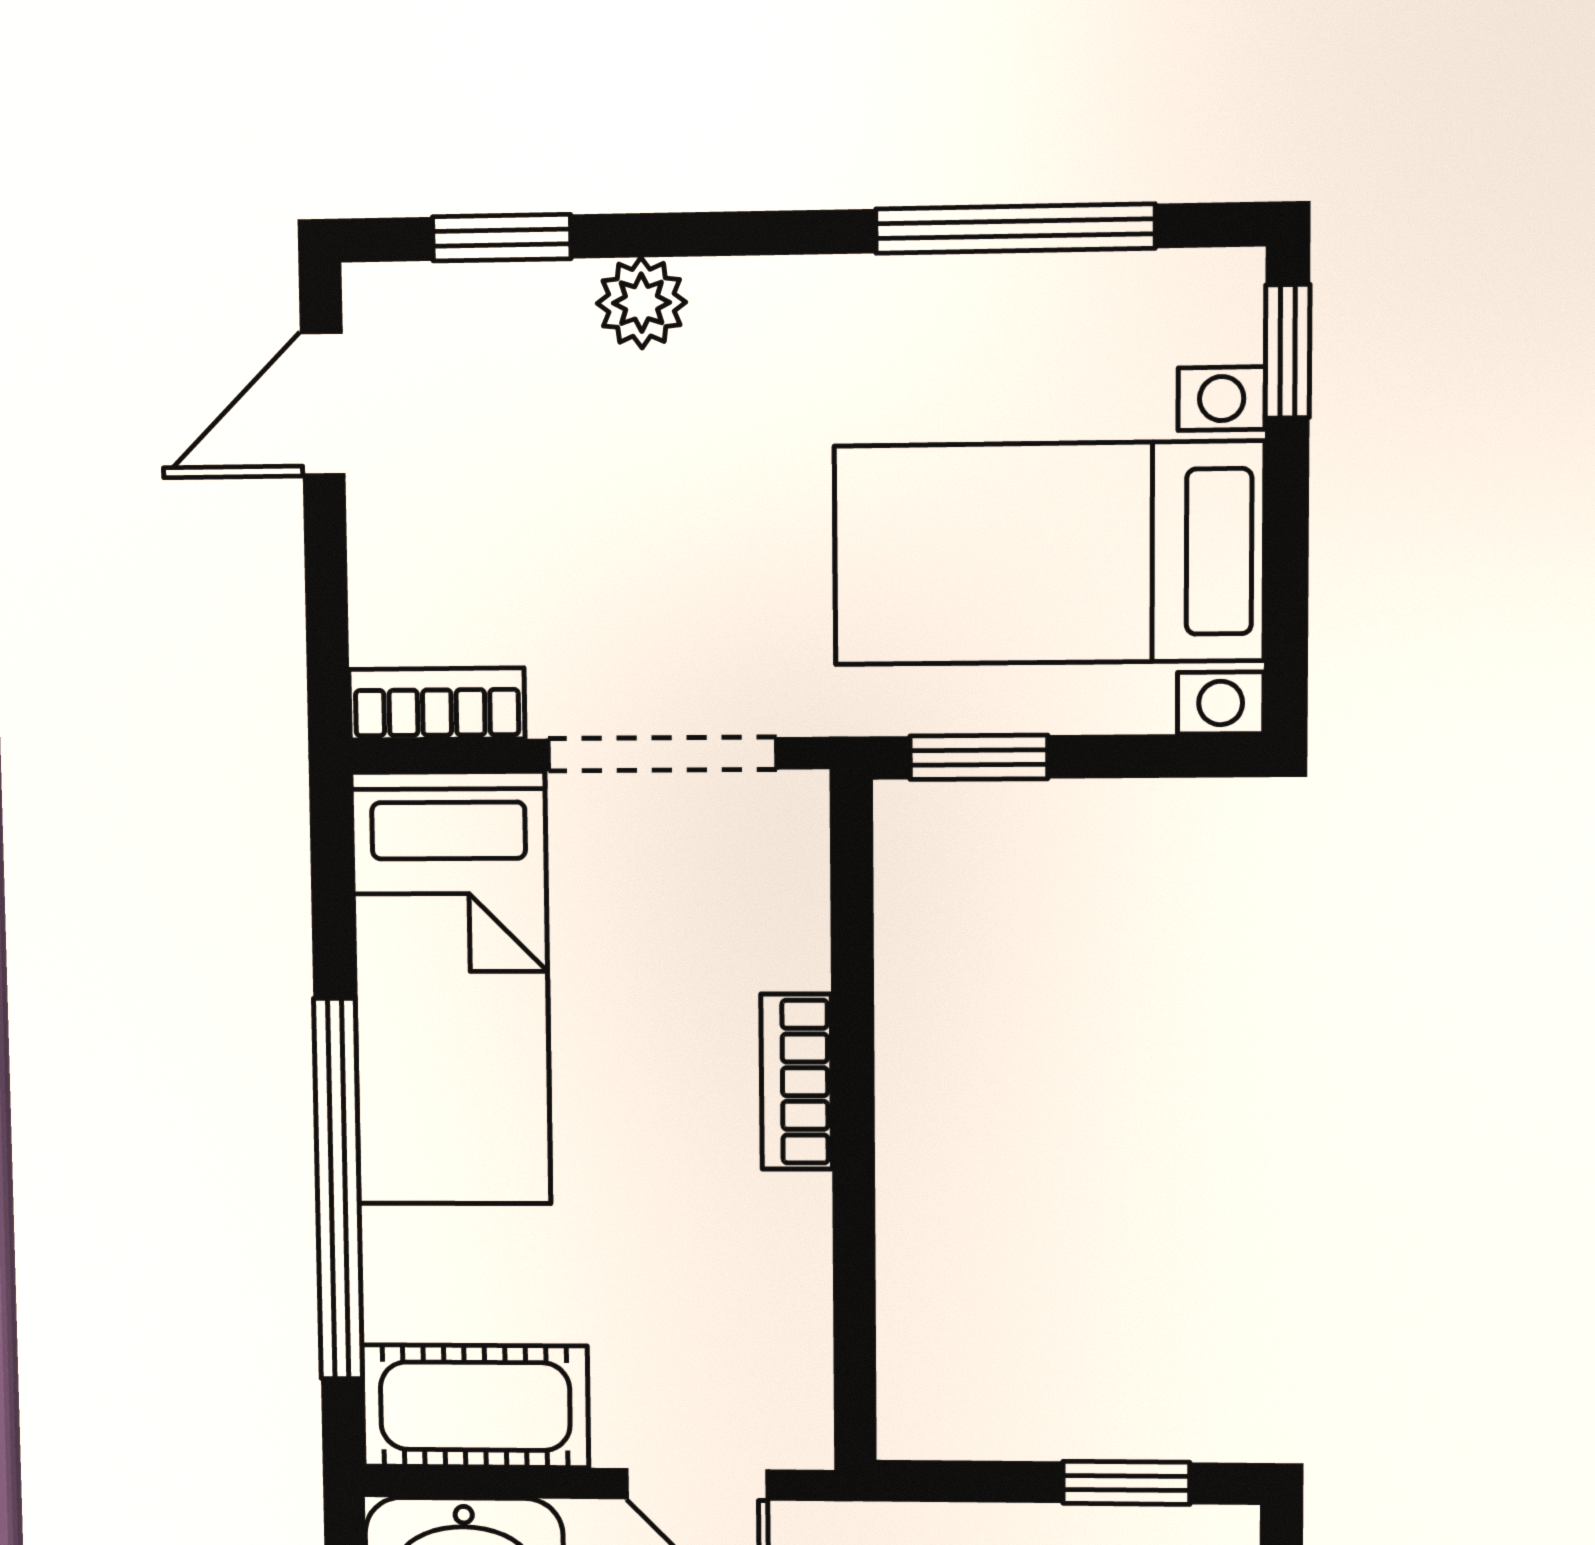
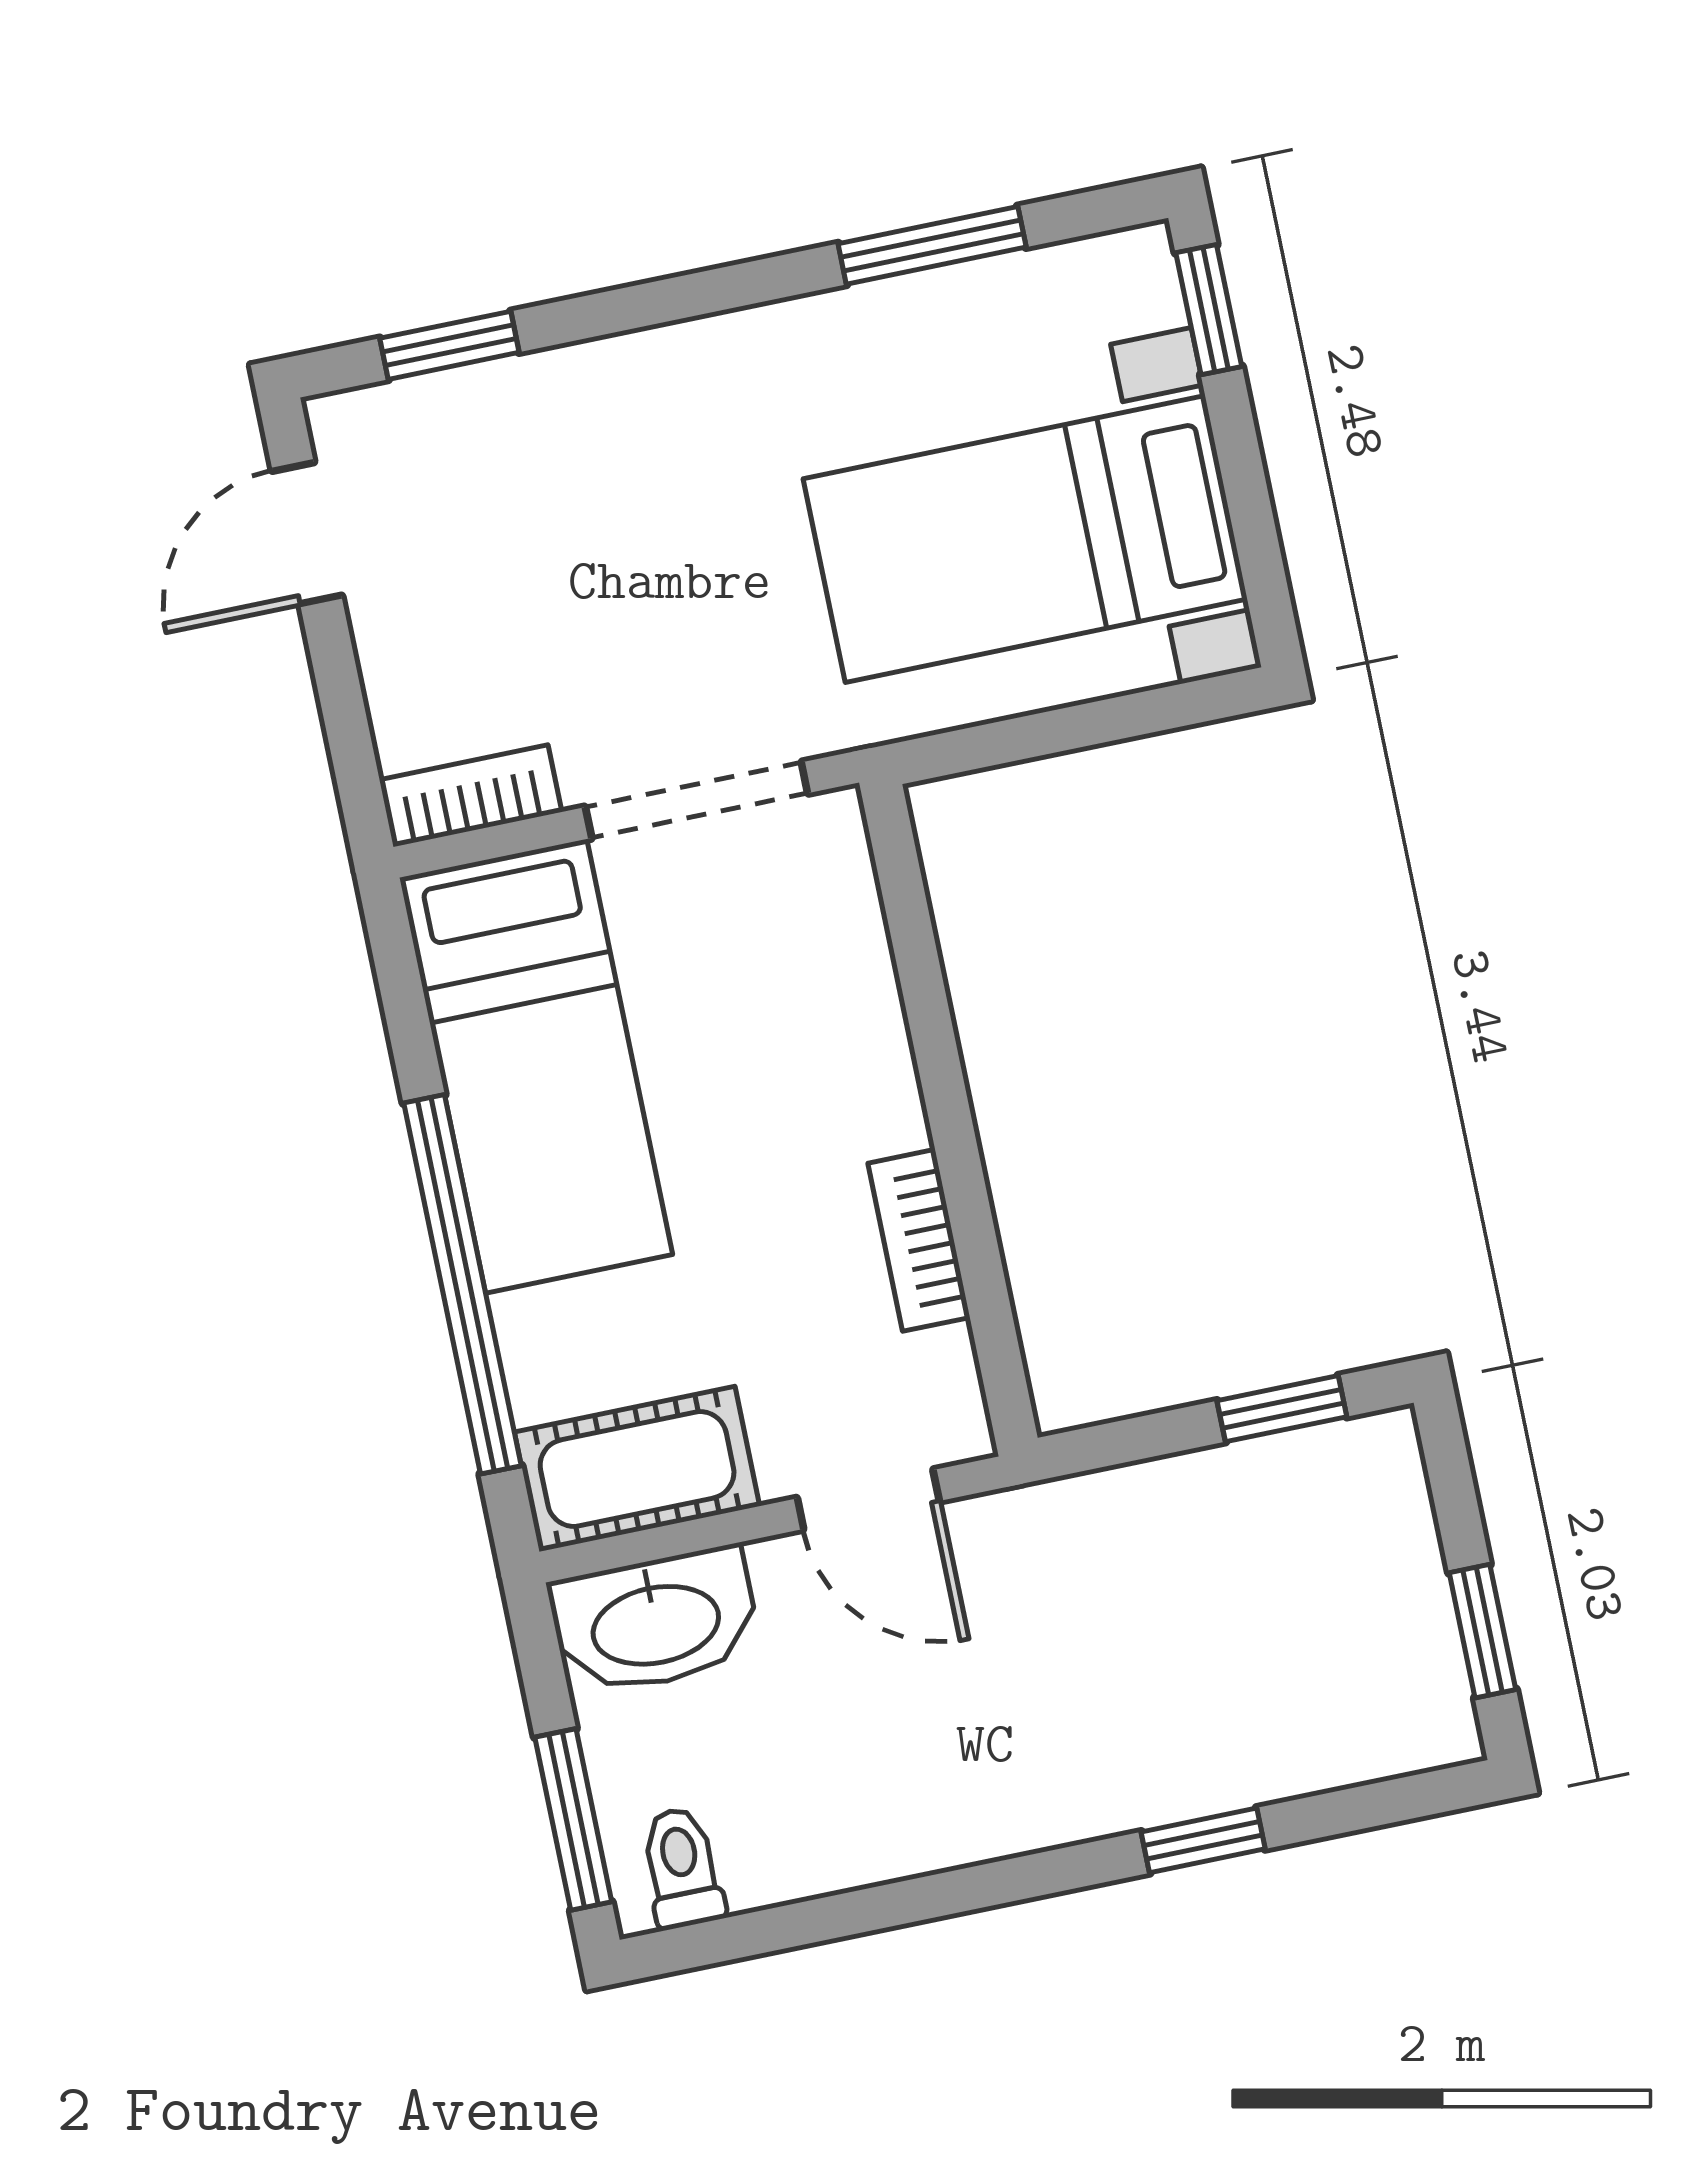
window: (1015, 229) -> (932, 245), width x0.69
plant: (642, 303) -> (594, 380), removed
window: (979, 757) -> (999, 743), removed
bookcase: (797, 1082) -> (919, 1240), moved

